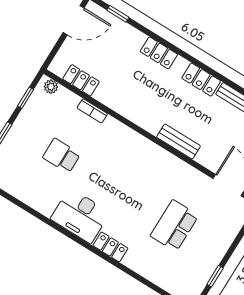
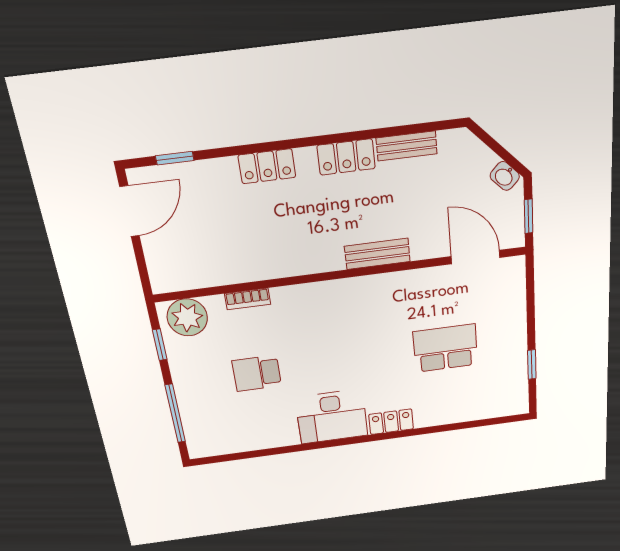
locker: (81, 80) -> (204, 275), removed
plant: (51, 87) -> (187, 317), width x1.88, depth x1.88
school desk: (174, 226) -> (445, 348), turned 90

